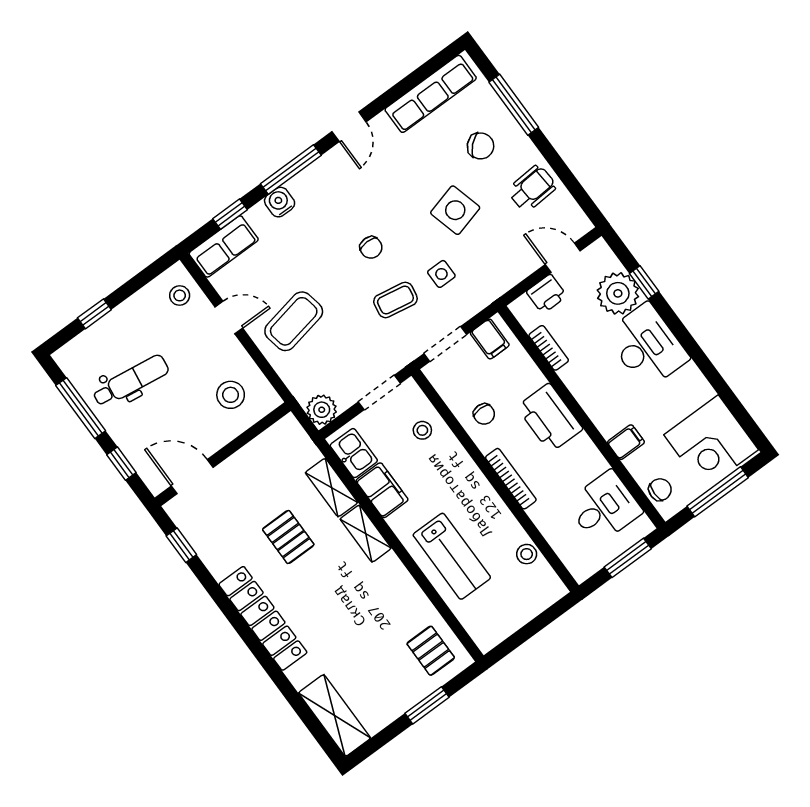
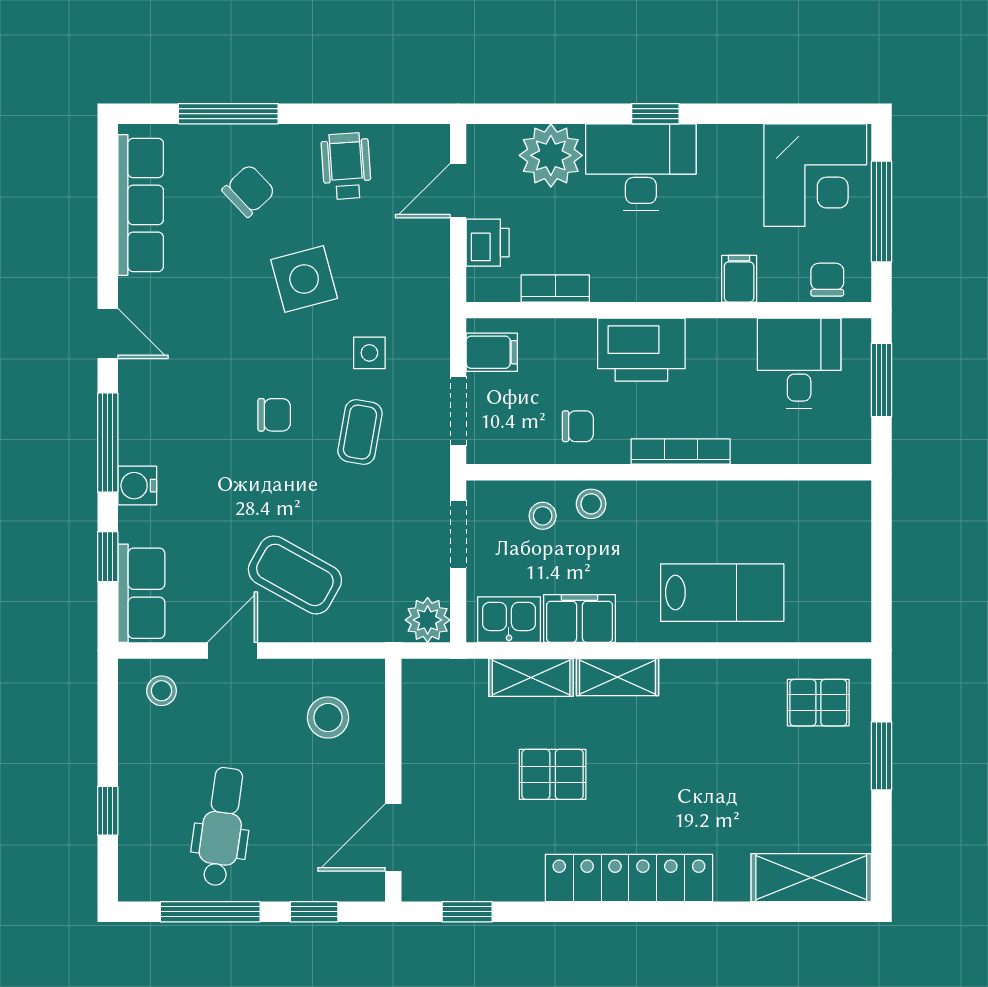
window: (644, 282) -> (655, 114), moved
coffee table: (294, 321) -> (295, 575), turned -50
stool: (527, 554) -> (591, 504), moved

